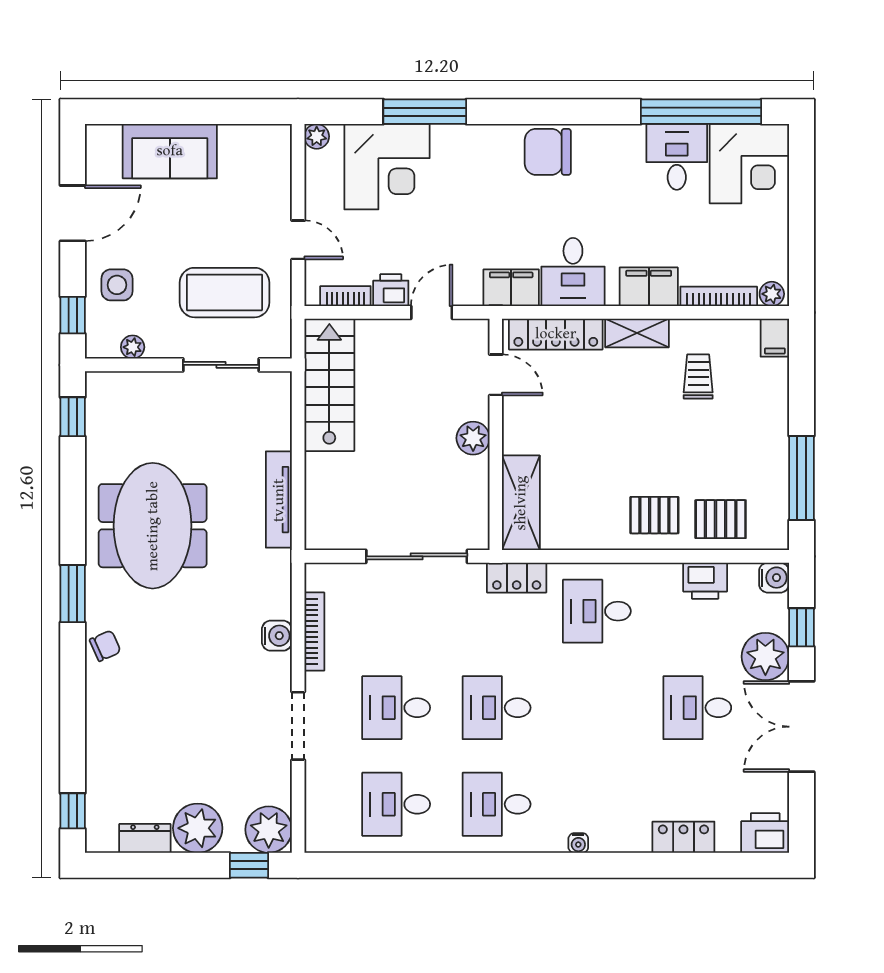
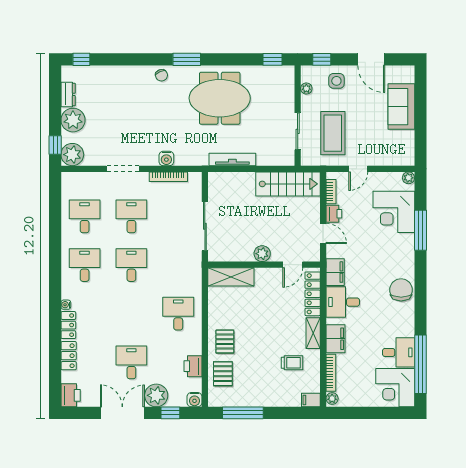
locker: (517, 578) -> (68, 325), moved, turned 180

